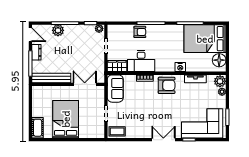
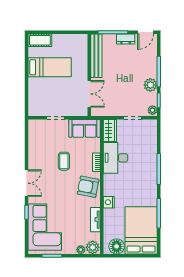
plant: (58, 30) -> (150, 85), moved
armchair: (140, 32) -> (149, 156), removed
armchair: (167, 85) -> (88, 187), turned 101
bed: (66, 119) -> (50, 67), width x0.67
coffee table: (117, 131) -> (64, 161), moved

